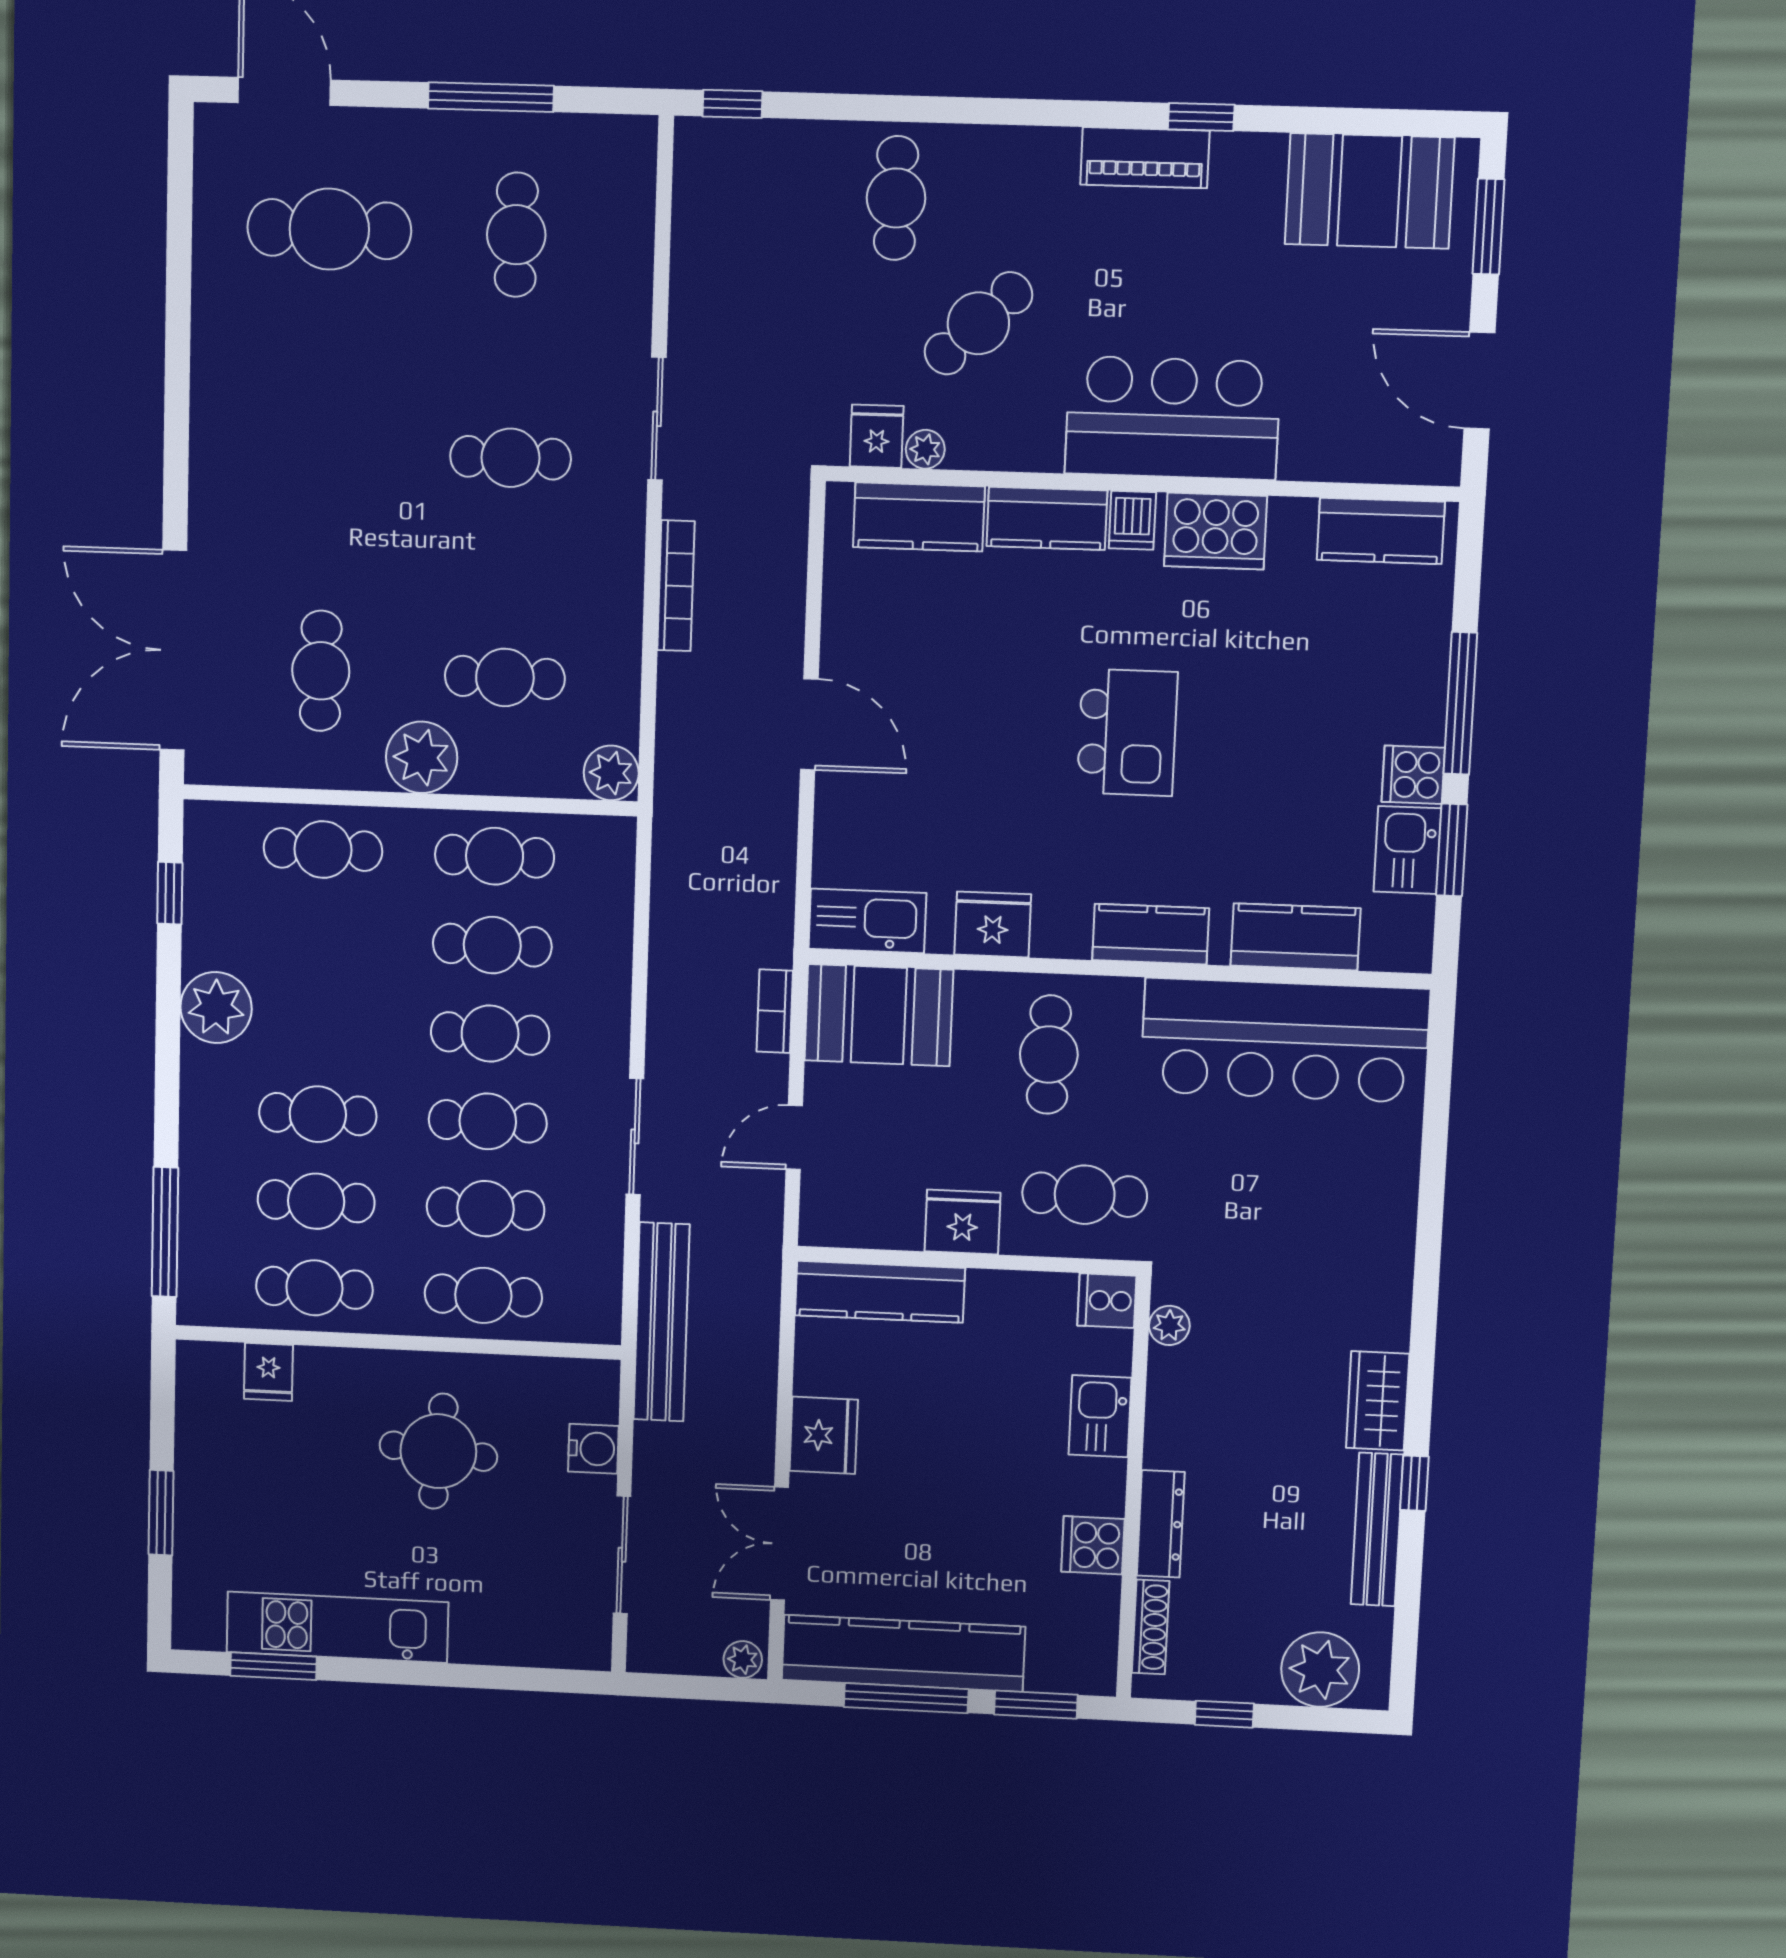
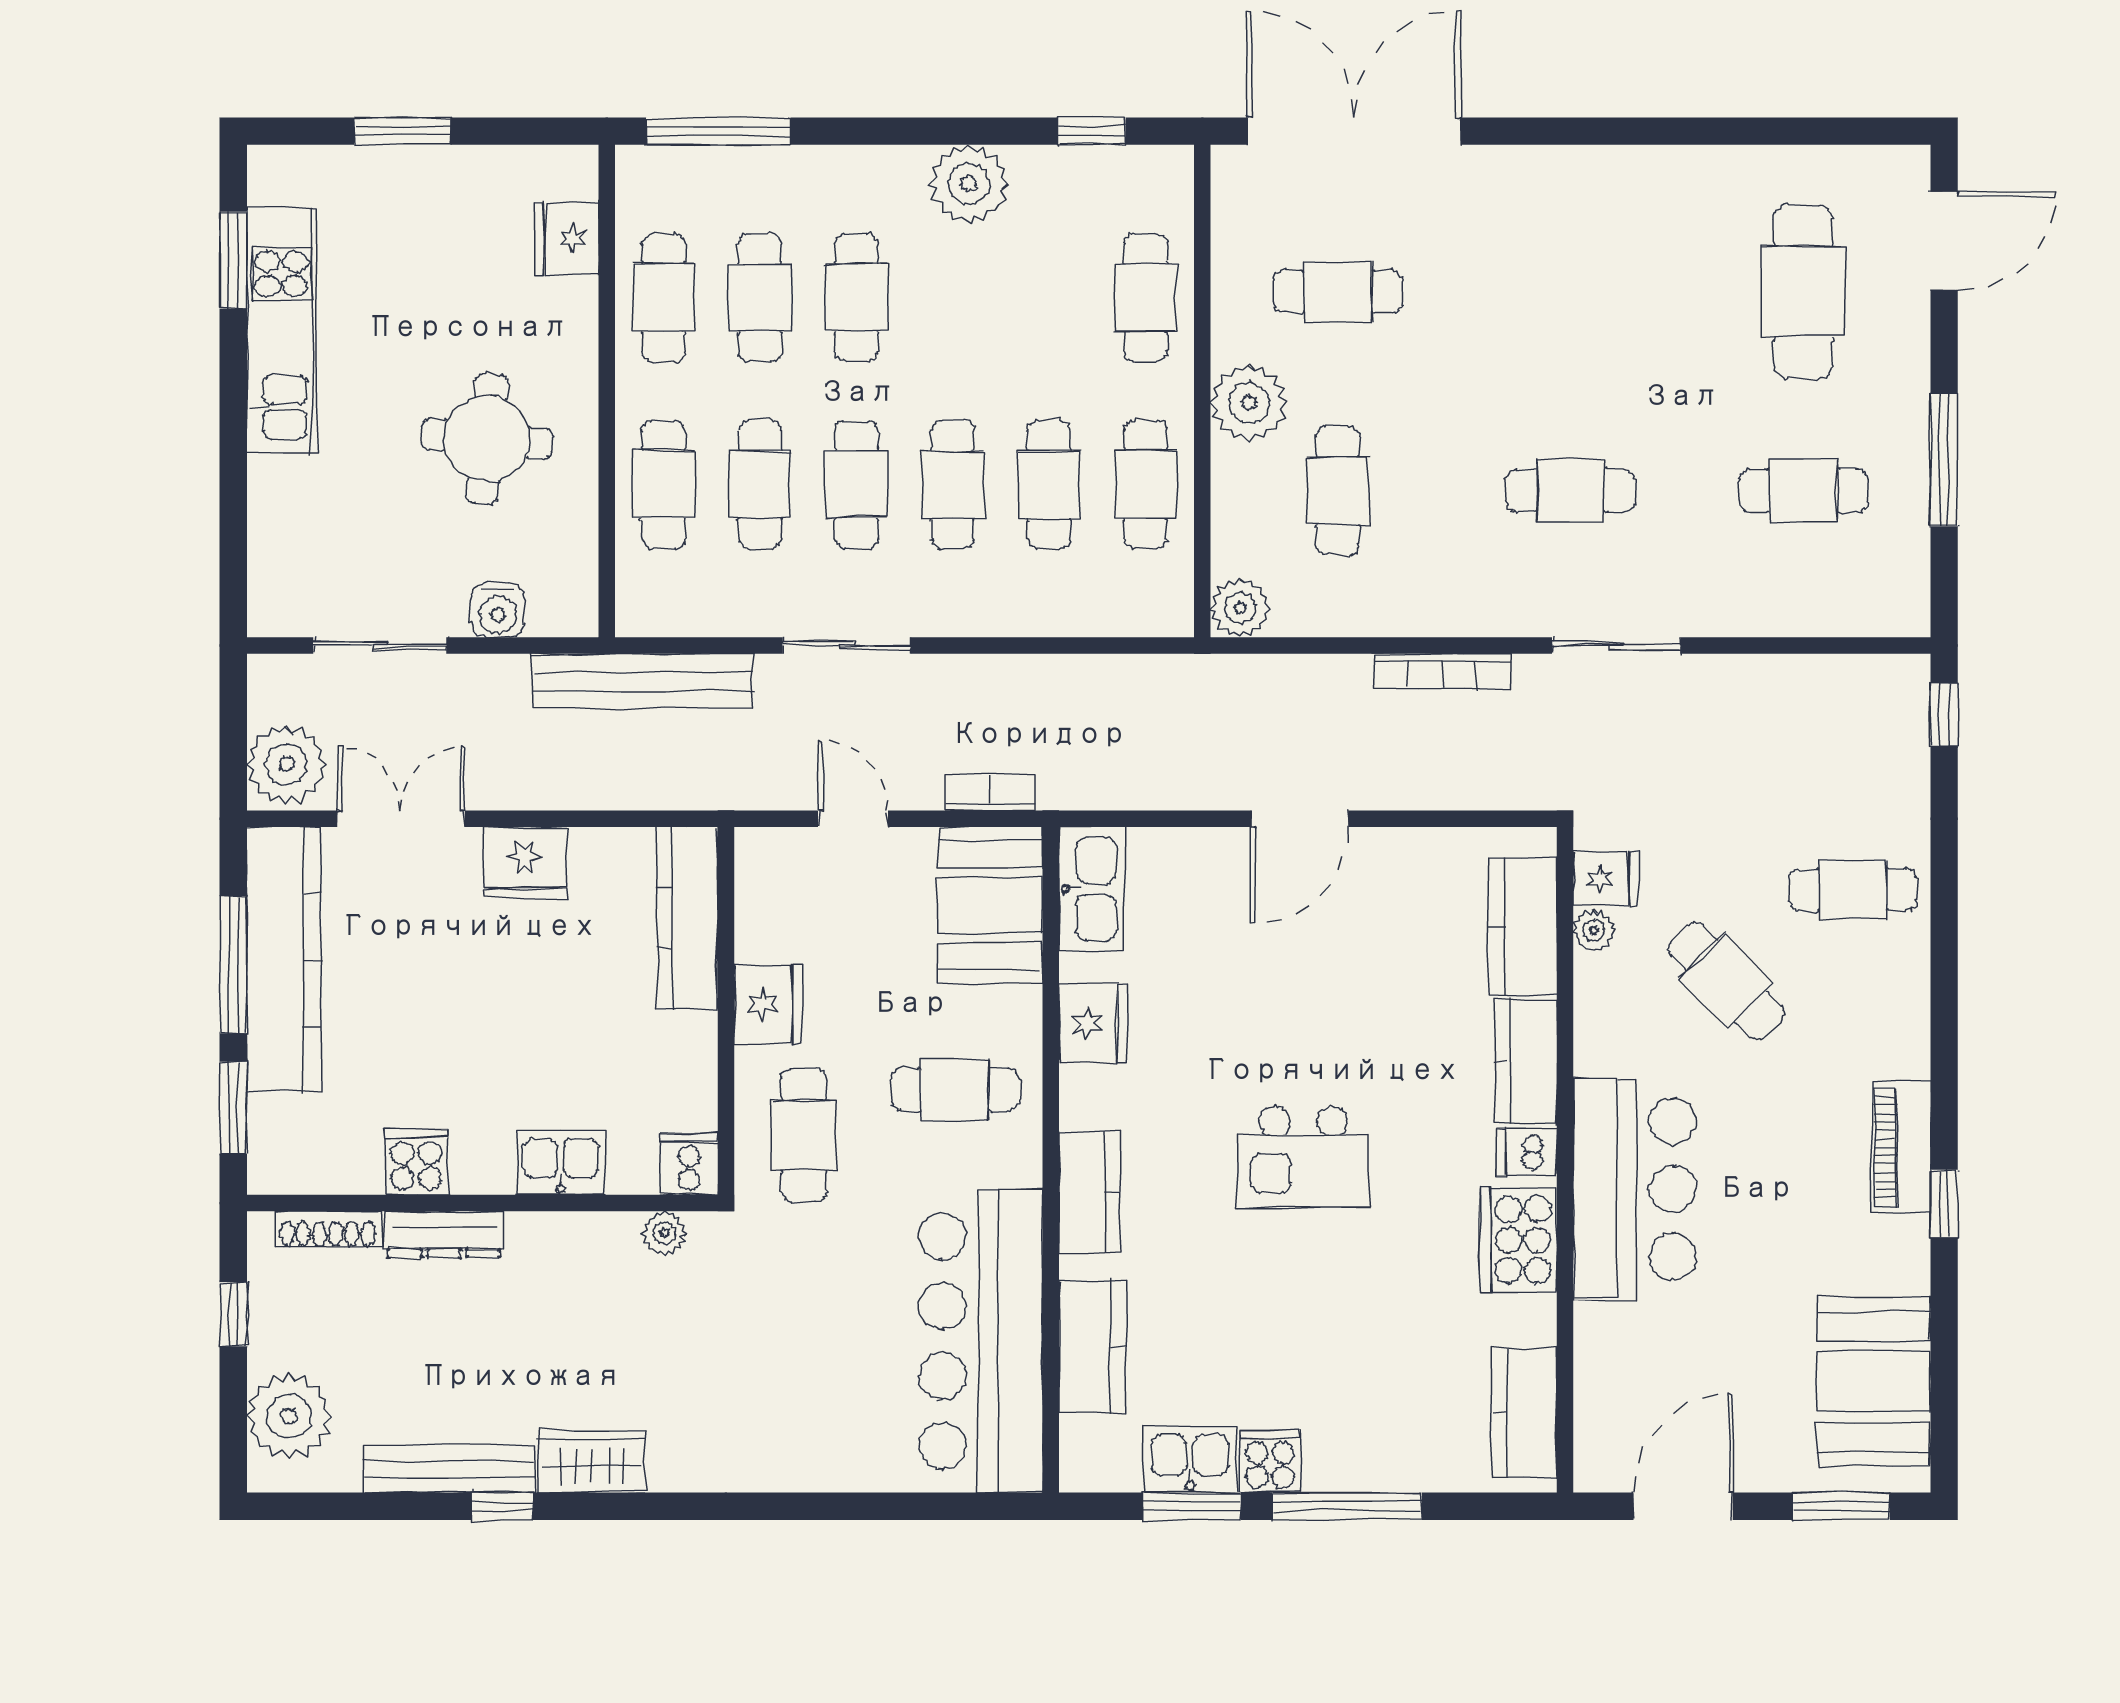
cafe table: (511, 458) -> (1570, 491), turned 90
fridge: (268, 1372) -> (567, 238), width x1.38
plant: (743, 1659) -> (286, 764), width x1.87, depth x1.87

